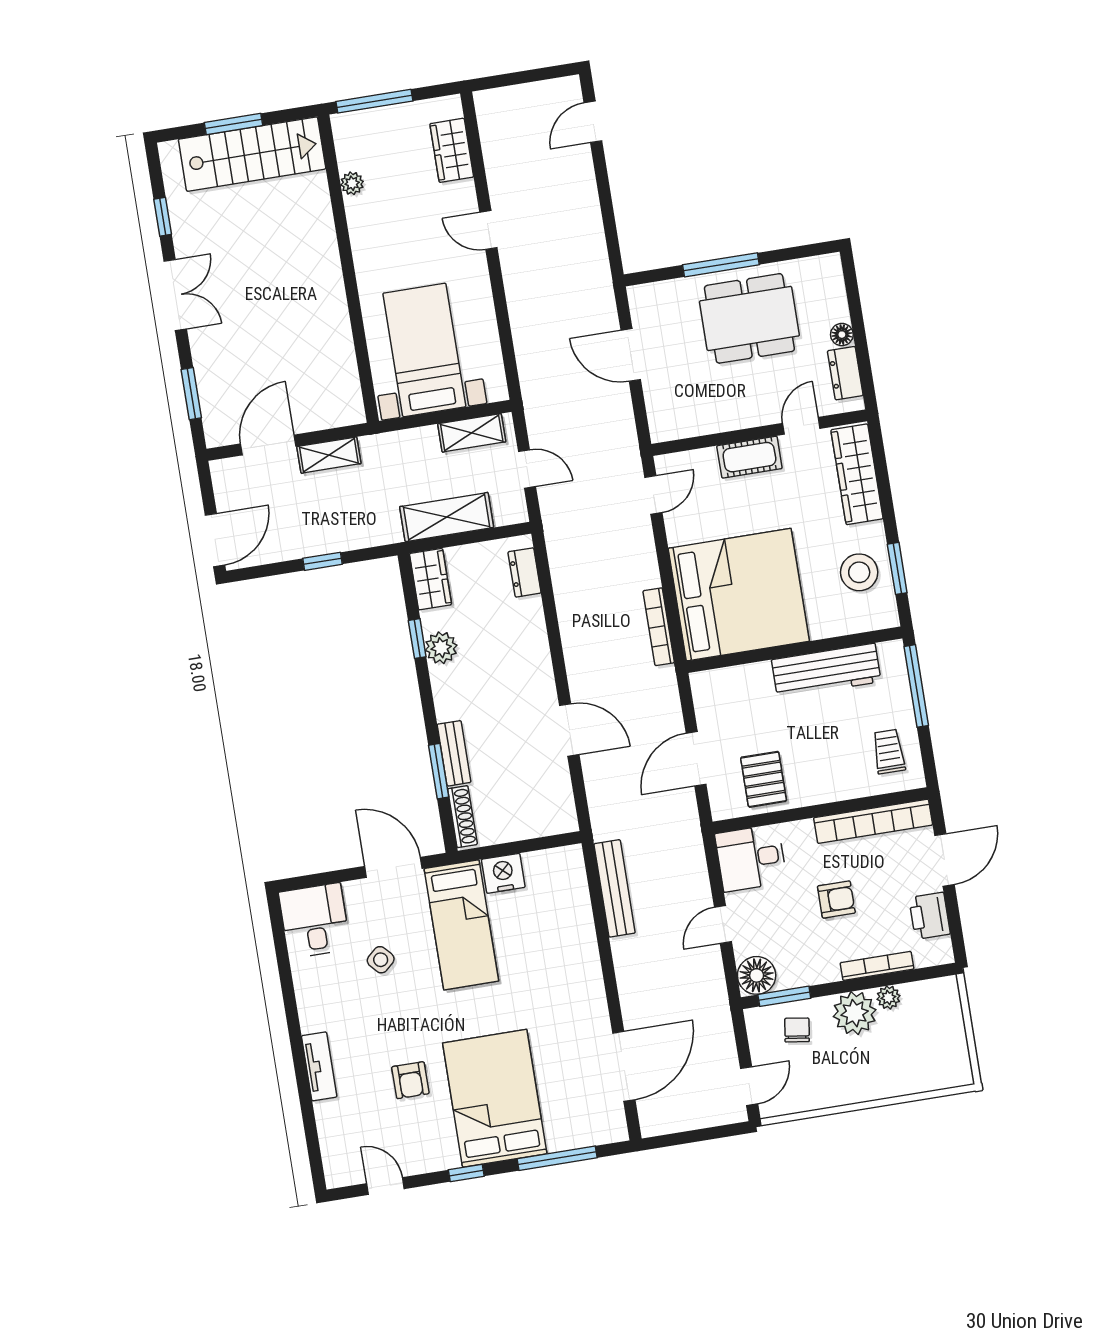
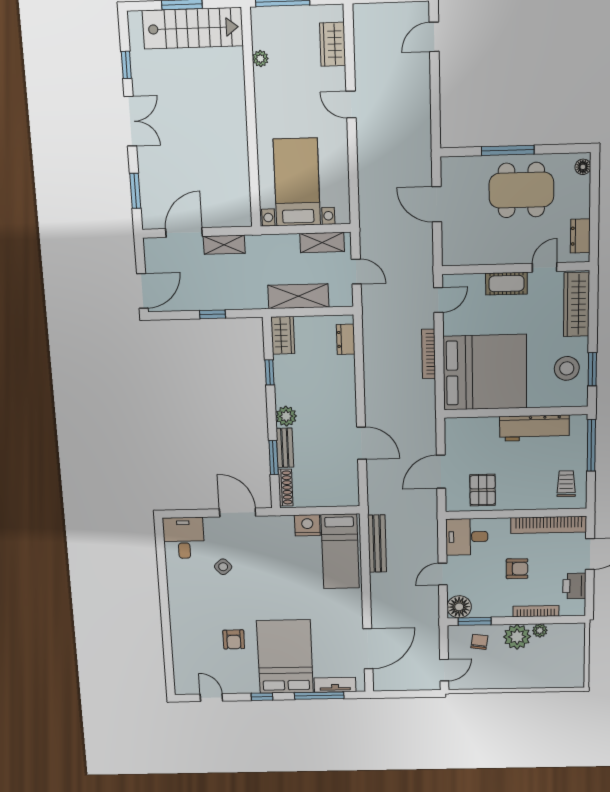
floor lamp: (842, 335) -> (583, 167), moved
bookcase: (659, 627) -> (429, 354), moved
plant: (441, 648) -> (286, 416), moved
bed: (461, 925) -> (340, 551), moved
tv unit: (319, 1066) -> (335, 685), moved, turned -90

